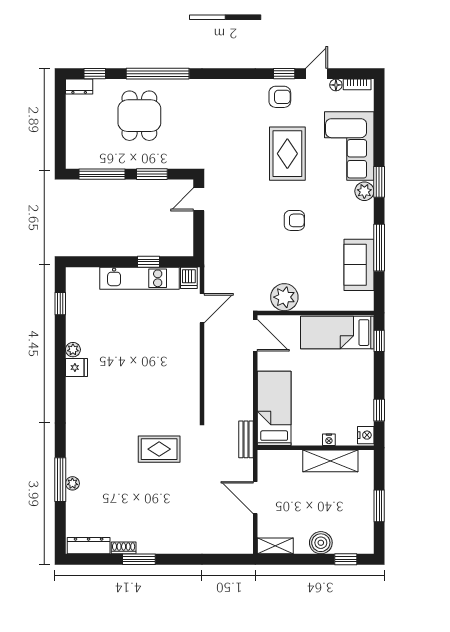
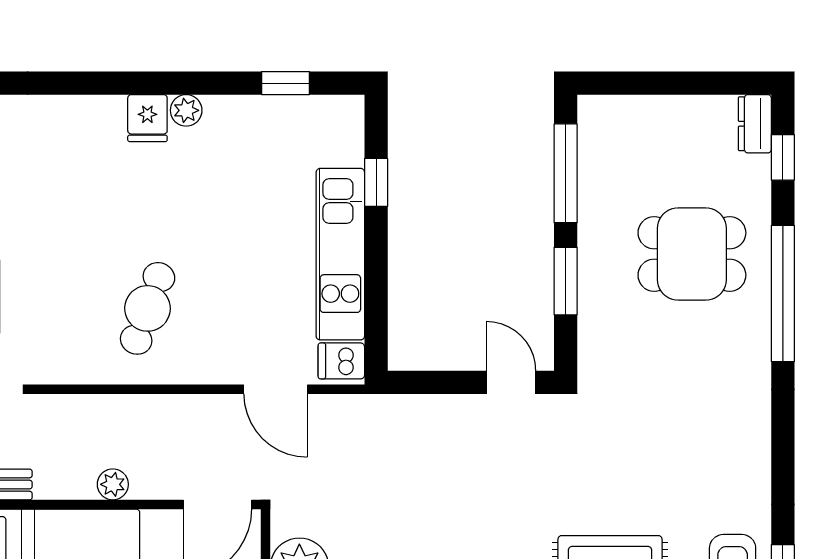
window: (148, 262) -> (376, 182), moved
cafe table: (165, 367) -> (148, 308), added
plant: (246, 384) -> (113, 484), added

